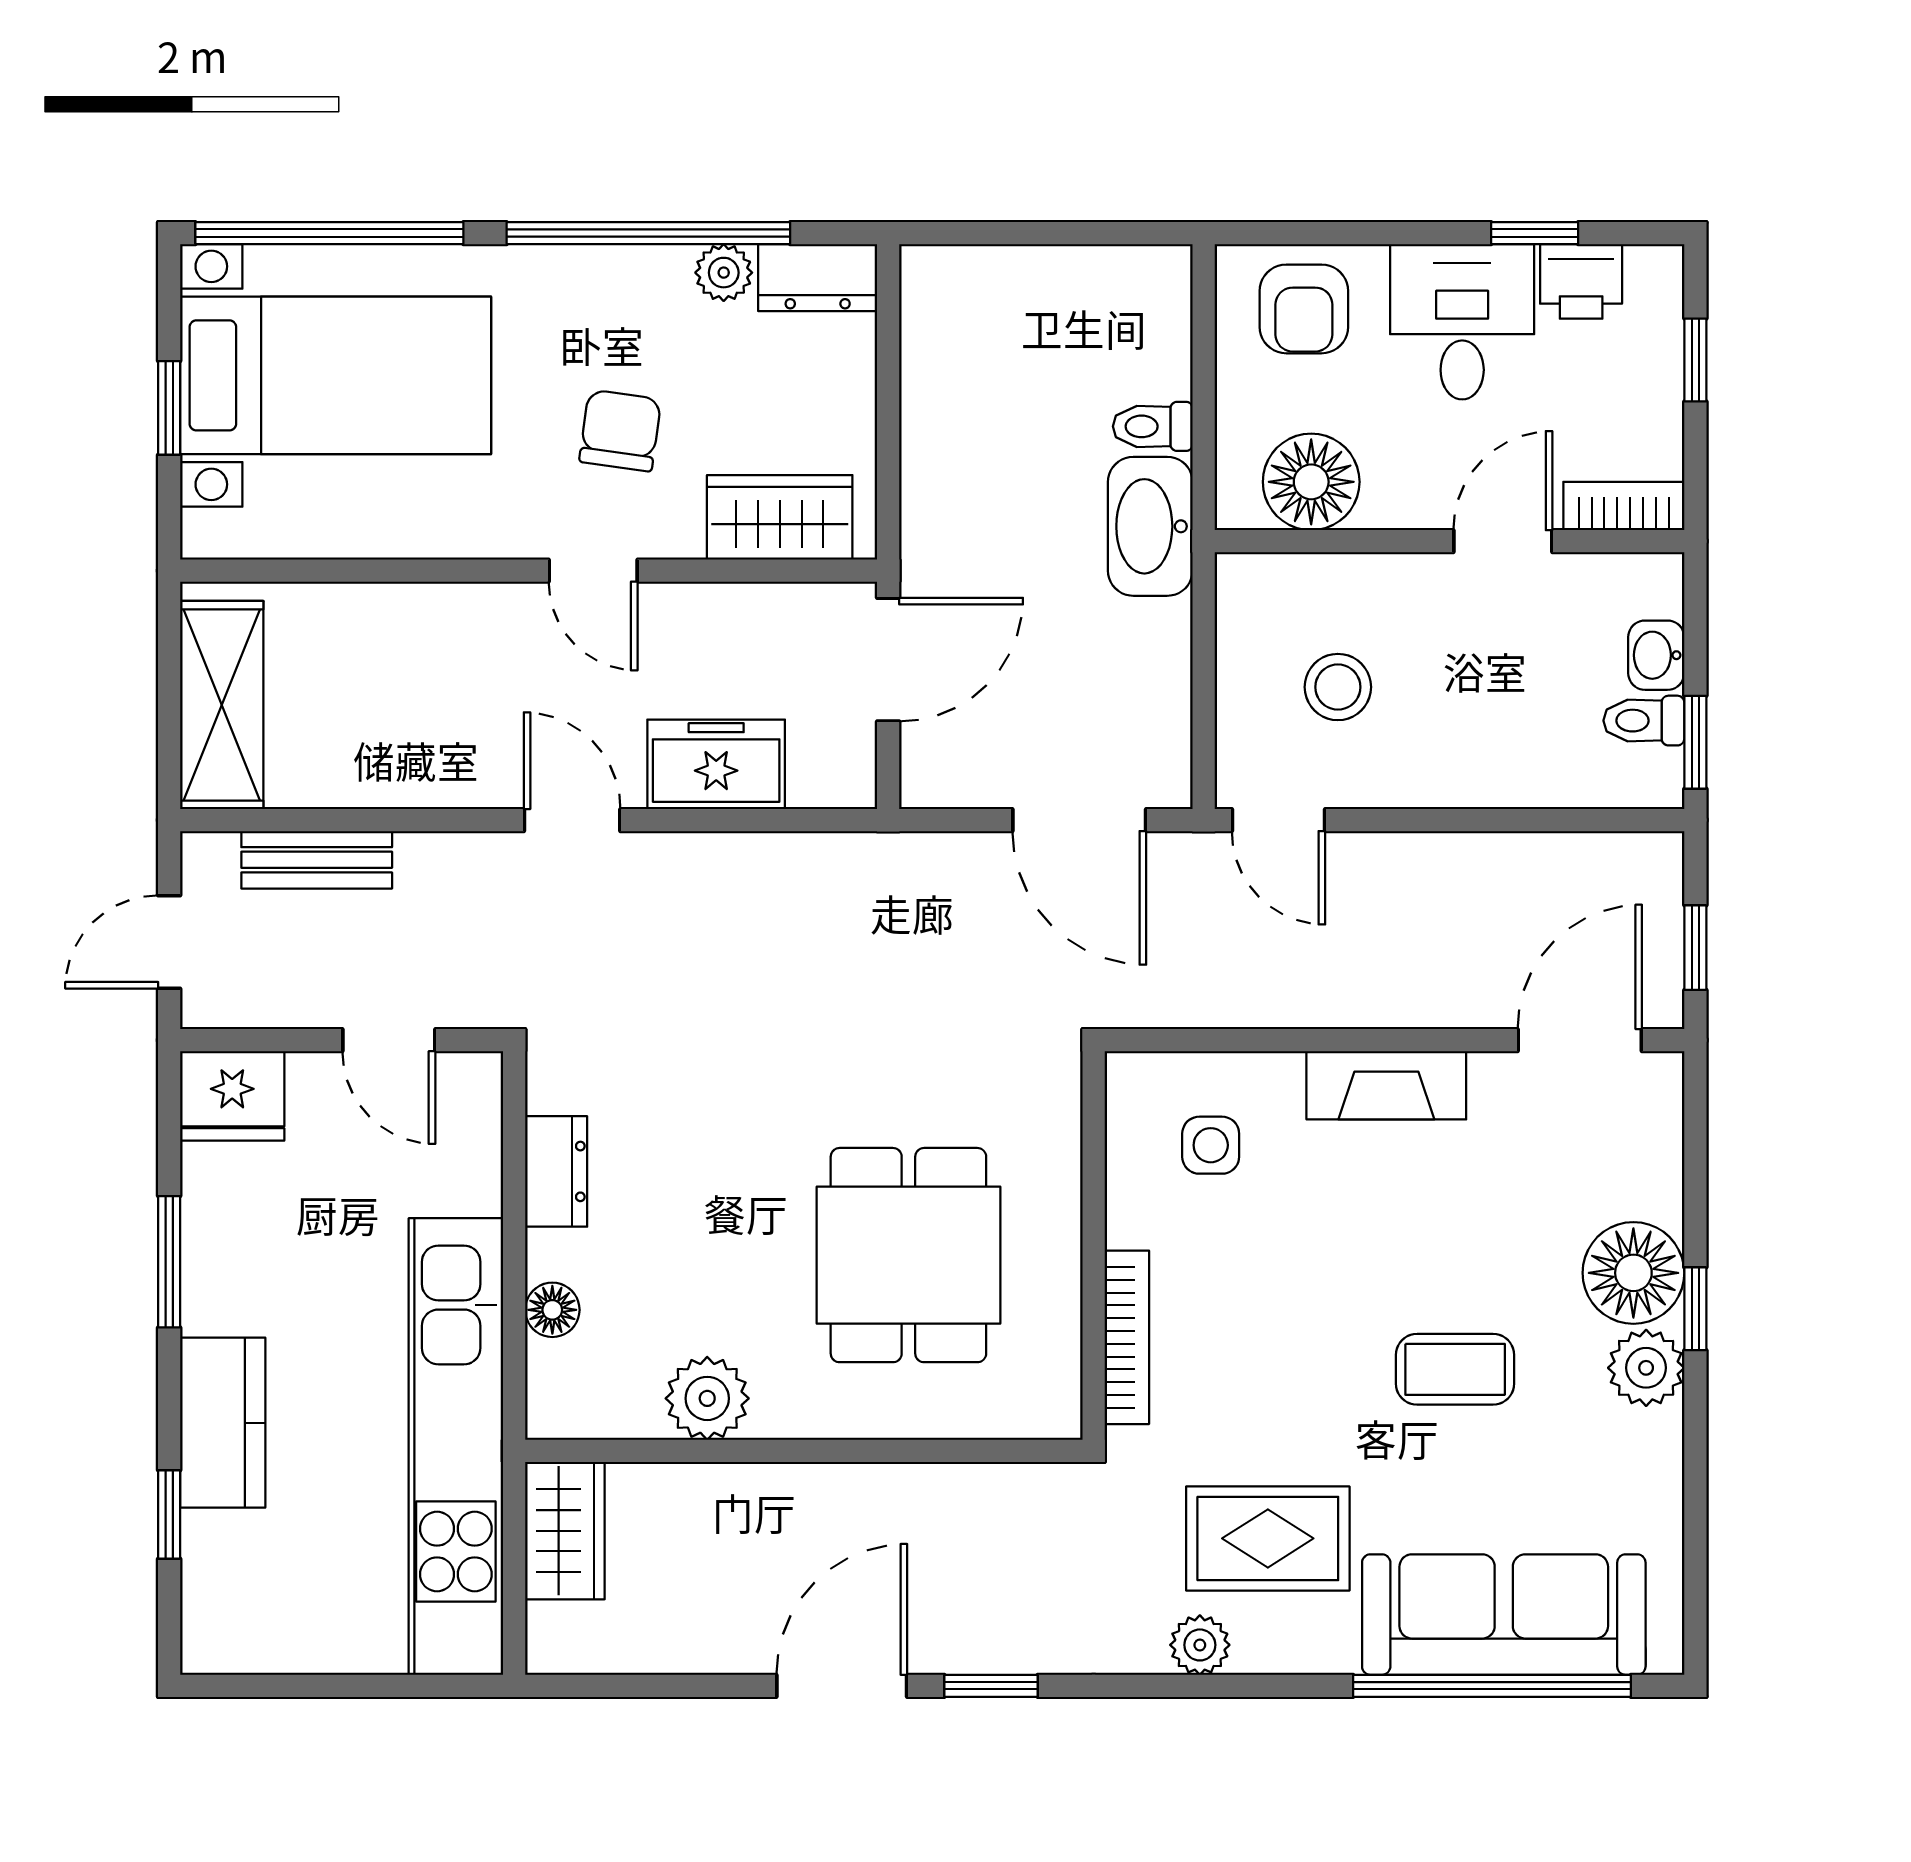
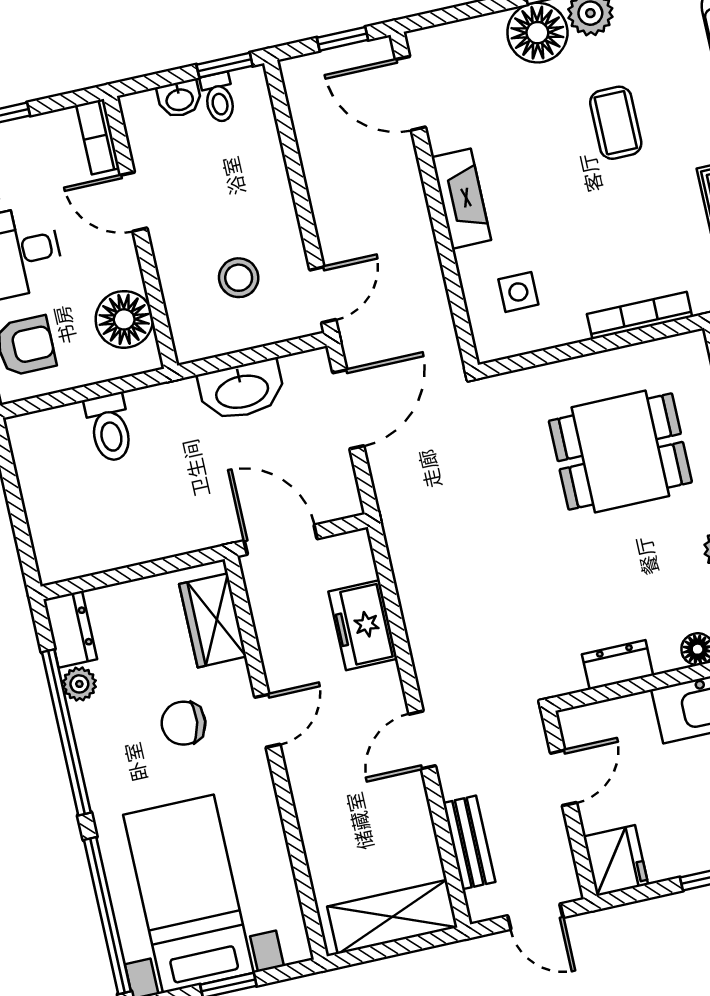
toilet: (1153, 426) -> (109, 428), width x1.37, depth x1.39
washbasin: (1150, 526) -> (242, 390), moved
door: (572, 820) -> (422, 740), moved

